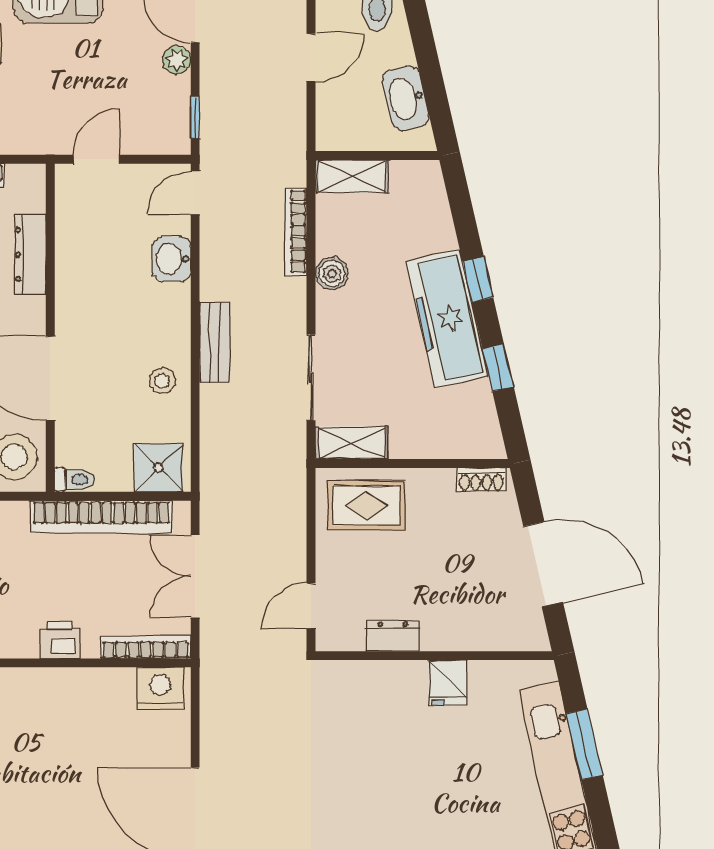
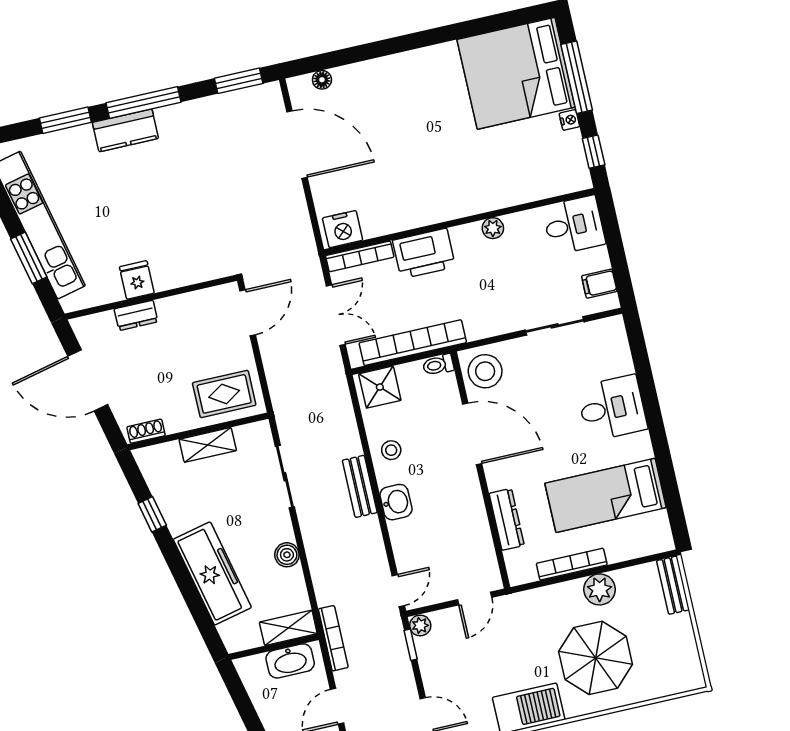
plant: (177, 60) -> (420, 625), moved
washbasin: (406, 98) -> (290, 661), moved, turned 103
bookcase: (296, 231) -> (333, 638), moved
washbasin: (172, 259) -> (396, 502), moved
window: (478, 280) -> (181, 574), removed
freezer: (447, 319) -> (212, 573), moved
shelving: (352, 443) -> (208, 445), moved
door: (311, 606) -> (248, 313), width x1.38
dresser: (393, 636) -> (136, 315), moved
printer: (60, 640) -> (424, 254), width x1.87, depth x1.48

